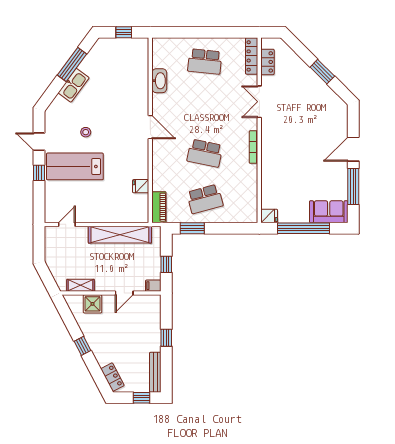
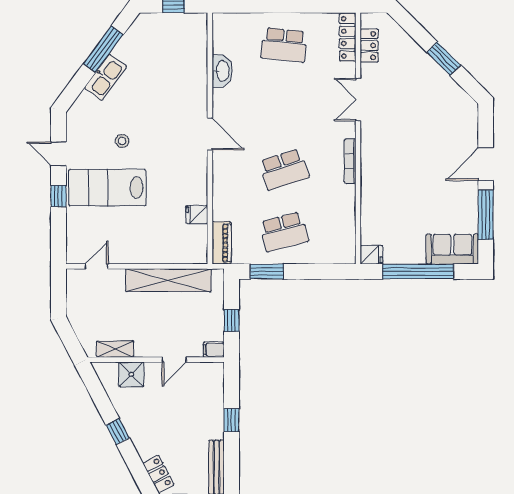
school desk: (205, 153) -> (284, 170), turned -30

